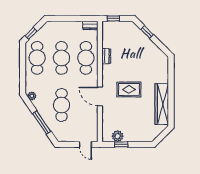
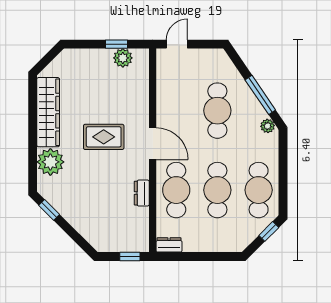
window: (147, 32) -> (49, 210), moved
plant: (160, 75) -> (50, 162), added
door: (100, 96) -> (153, 144), moved
window: (42, 123) -> (260, 95), moved
door: (86, 144) -> (177, 44), hinge flipped

